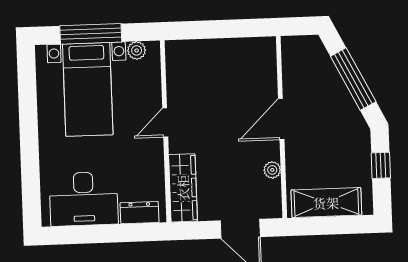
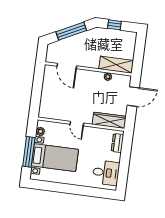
door: (281, 119) -> (67, 66), moved
desk: (84, 199) -> (106, 173), width x0.73
shelving: (326, 203) -> (116, 65), moved, turned 90

